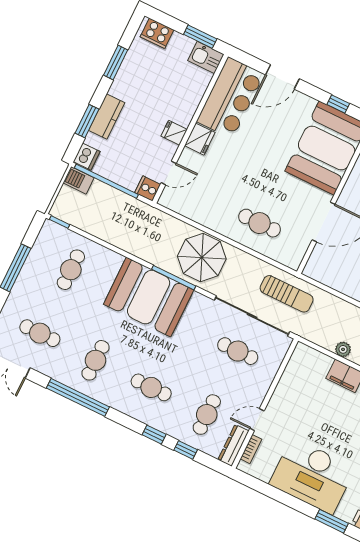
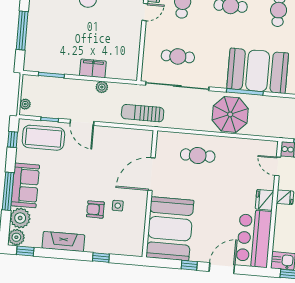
window: (338, 104) -> (189, 265), moved
door: (169, 173) -> (278, 166), hinge flipped
sun lounger: (287, 294) -> (143, 113), moved

